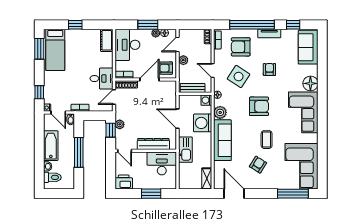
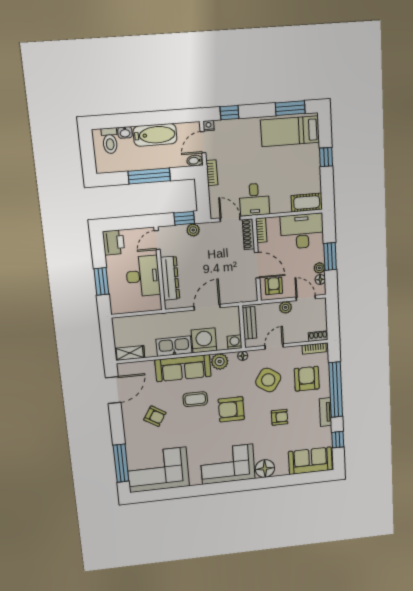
armchair: (259, 106) -> (231, 409), turned 90
coffee table: (267, 140) -> (195, 399), moved
kitchen sink: (185, 150) -> (174, 346), moved, turned 180
desk: (162, 163) -> (143, 276), moved

